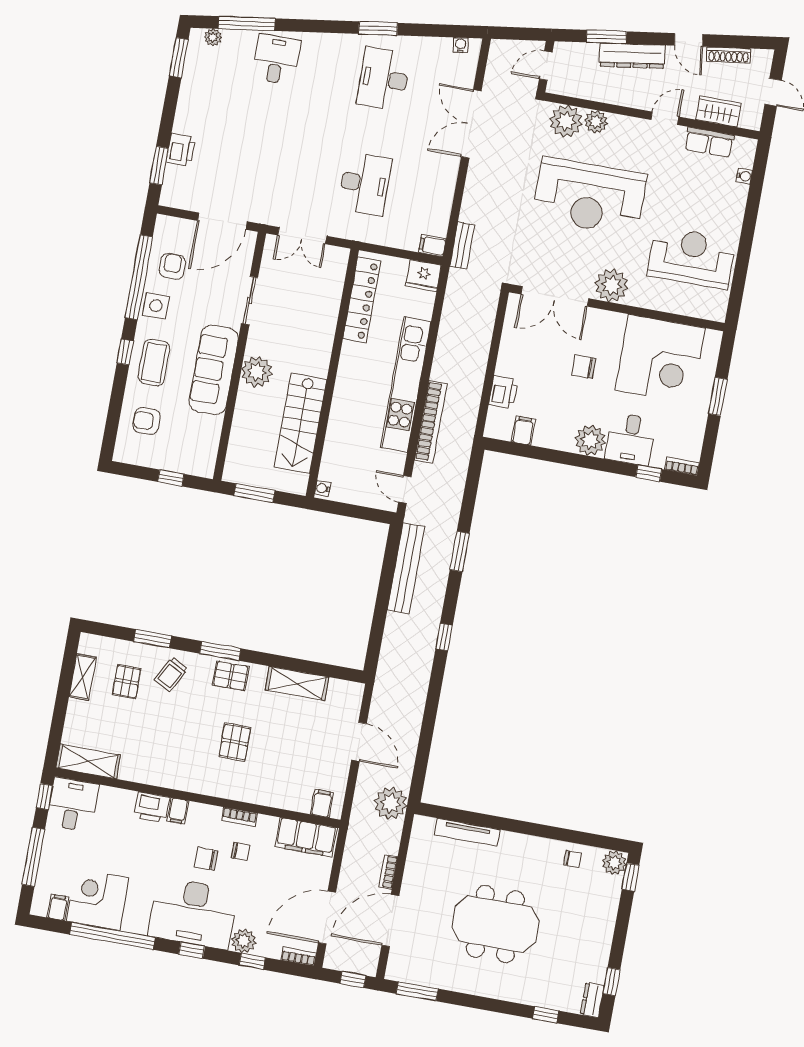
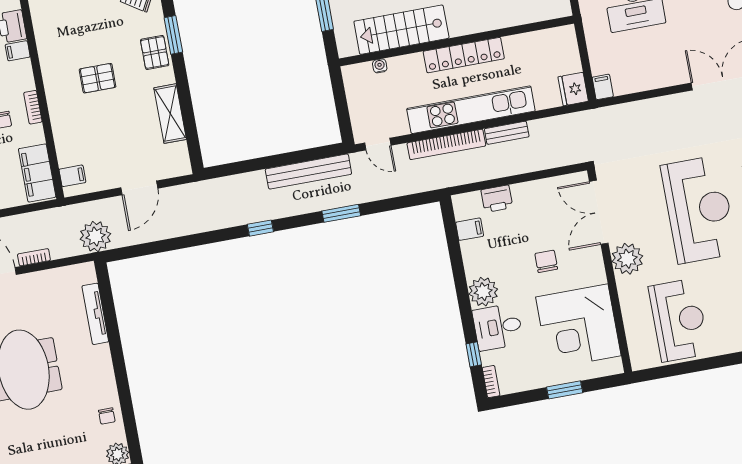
reception desk: (589, 196) -> (699, 209), turned 180
bench: (462, 246) -> (507, 133), moved
locker: (362, 300) -> (464, 55), moved
water cooler: (323, 488) -> (380, 66), moved
door: (405, 489) -> (378, 144), swing flipped

